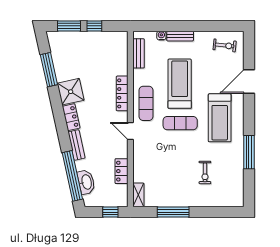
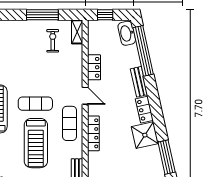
locker: (122, 171) -> (94, 67), moved
exercise bike: (205, 172) -> (53, 41), moved
washbasin: (86, 182) -> (127, 33), moved

